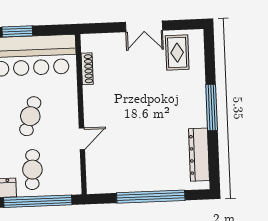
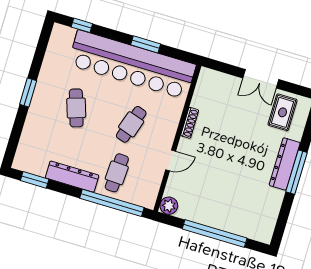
shoe rack: (87, 69) -> (190, 123), moved
dresser: (199, 155) -> (285, 164), moved
plant: (96, 185) -> (169, 206), added

